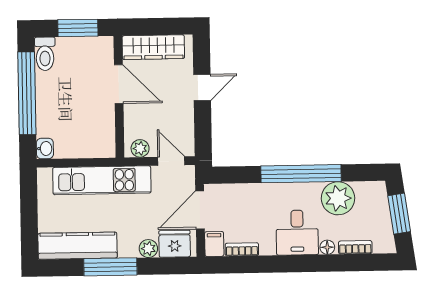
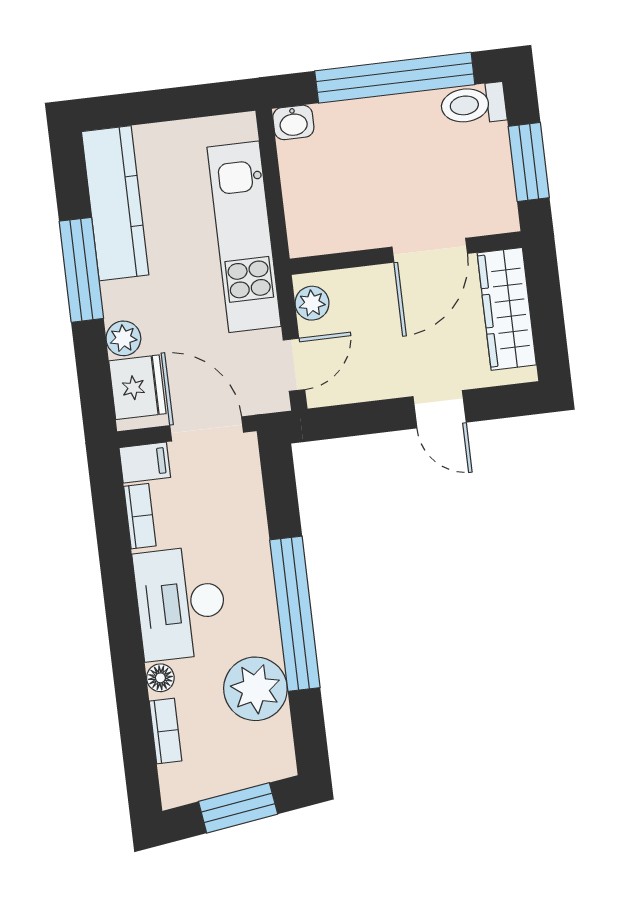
desk: (297, 233) -> (181, 603), width x1.37

